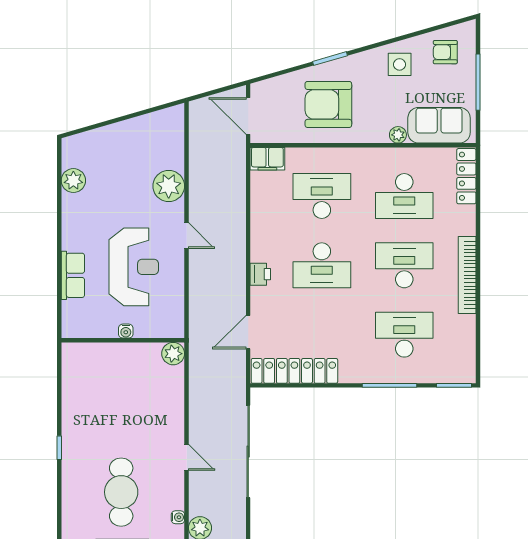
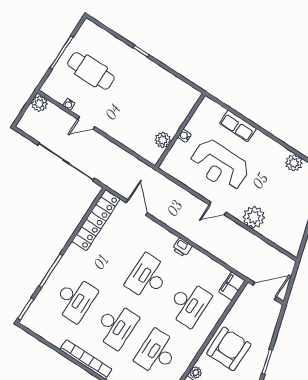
armchair: (328, 104) -> (229, 349), moved
printer: (260, 274) -> (182, 248), moved
plant: (173, 354) -> (163, 140), moved
water cooler: (178, 517) -> (69, 104), moved

